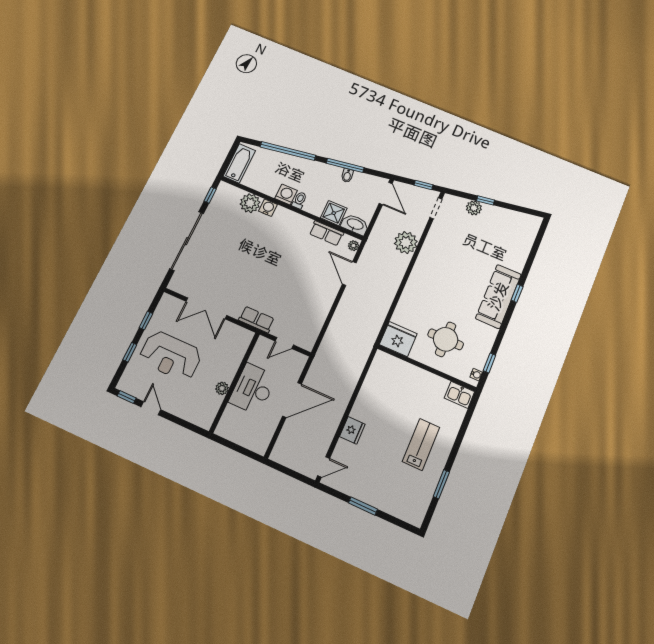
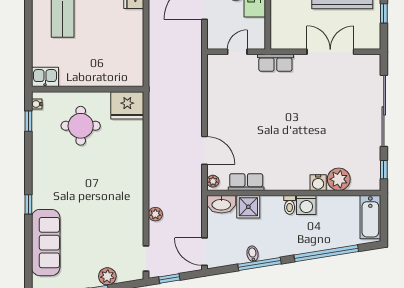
plant: (406, 243) -> (155, 214), width x0.53, depth x0.53
sofa: (498, 296) -> (46, 243), moved

